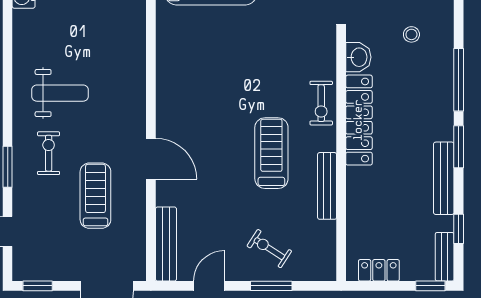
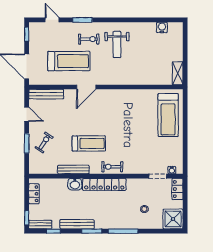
washbasin: (358, 57) -> (75, 184), moved
treadmill: (95, 196) -> (69, 61), width x1.37, depth x1.38

